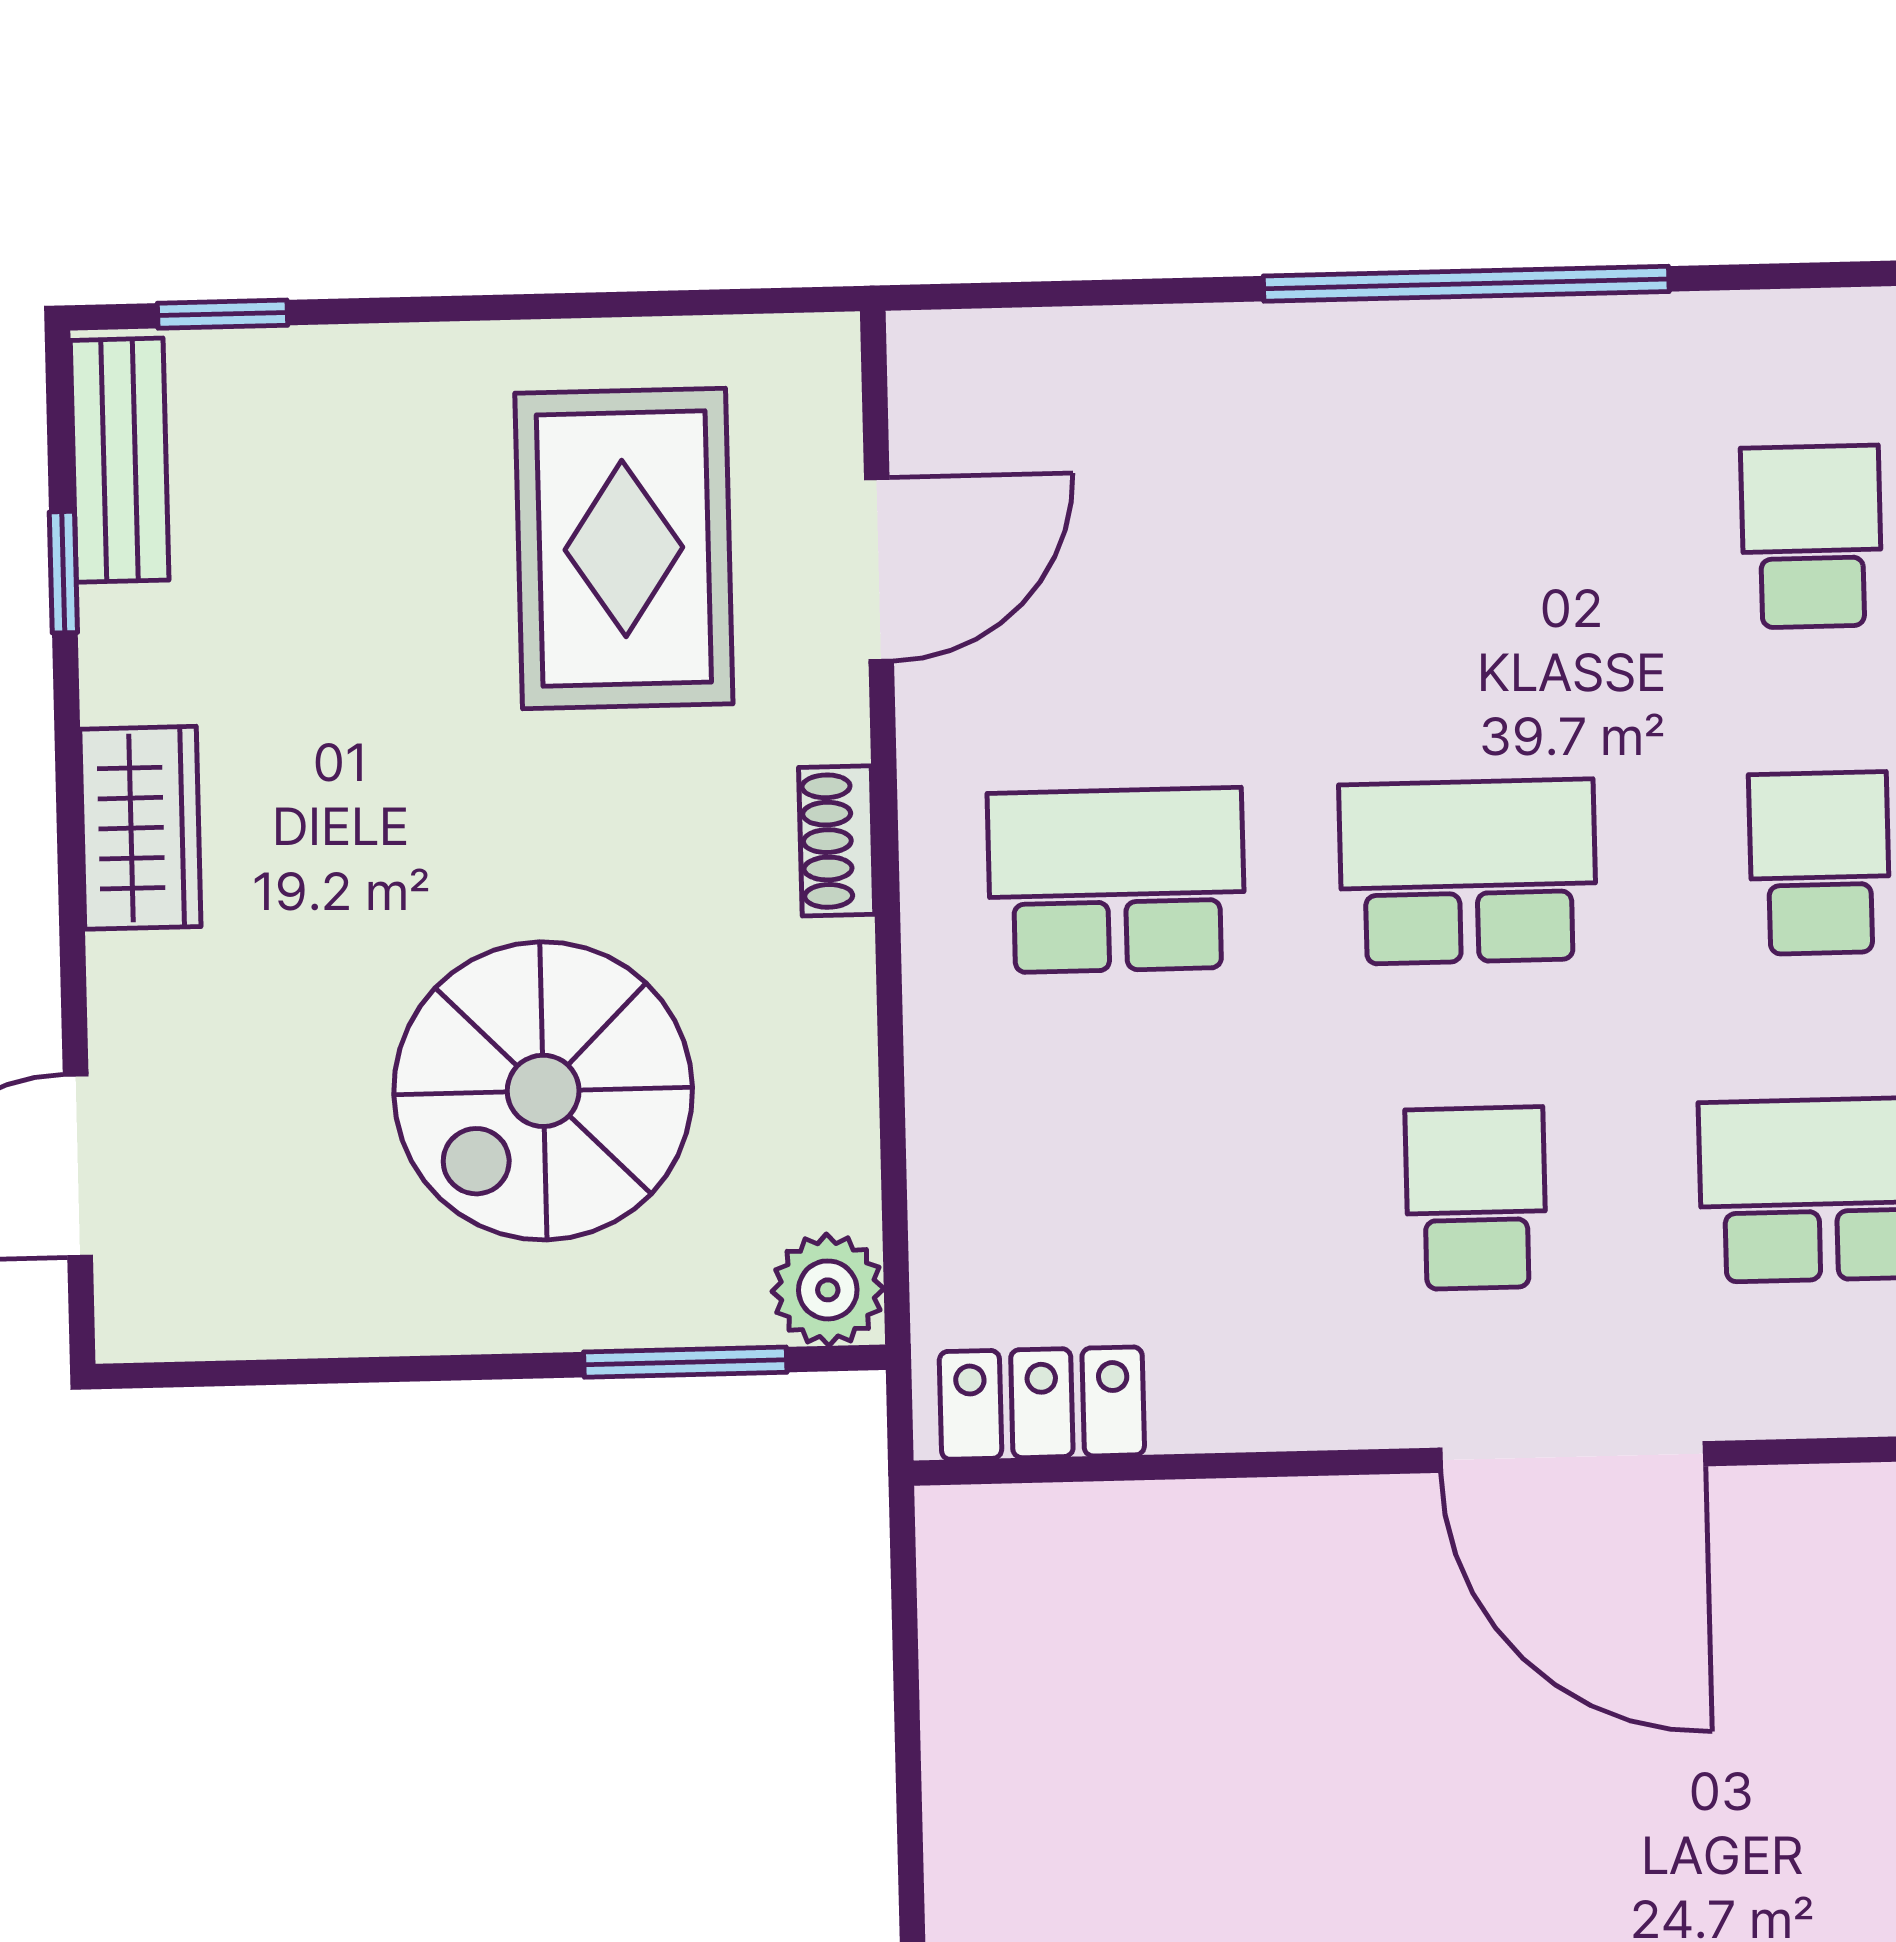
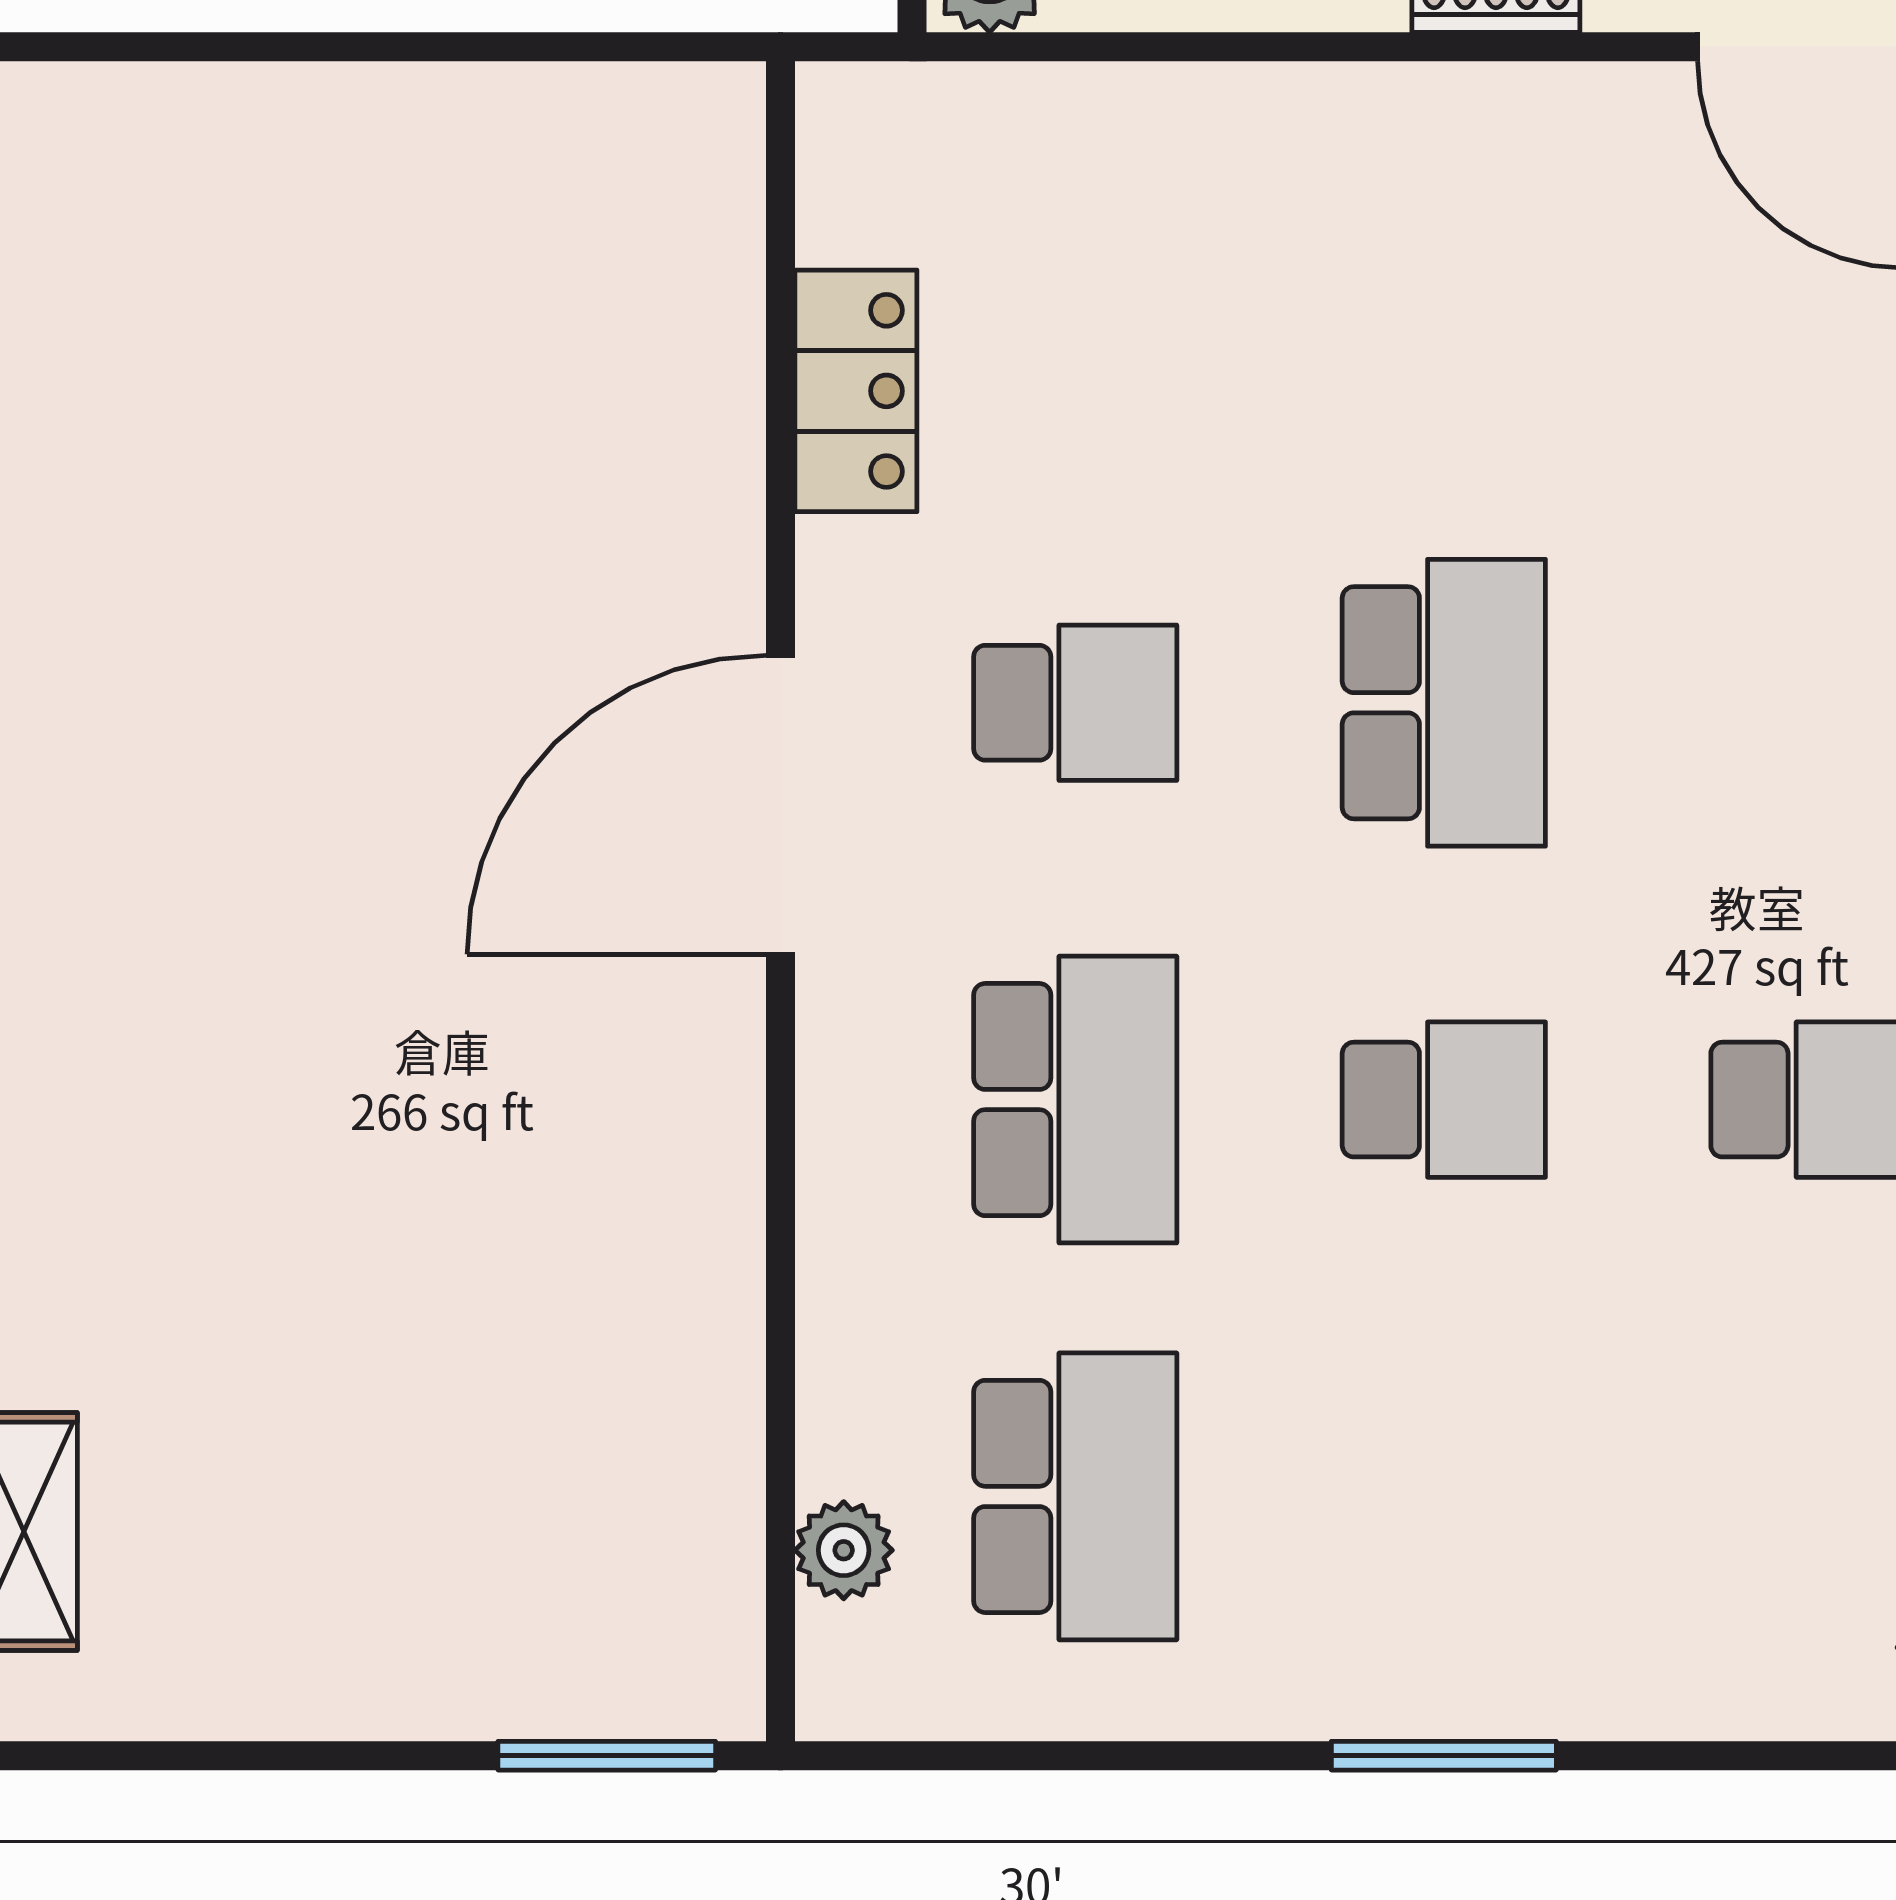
school desk: (1116, 880) -> (1444, 306), removed
locker: (1042, 1403) -> (856, 391), moved

